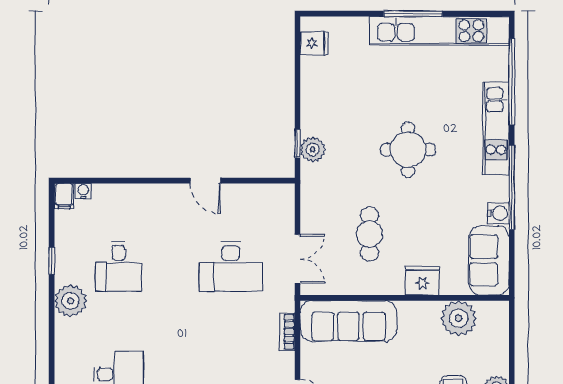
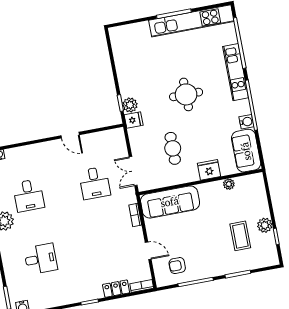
fridge: (314, 43) -> (134, 120), moved
double door: (298, 259) -> (133, 171), swing flipped
desk: (231, 266) -> (95, 183), width x0.73
plant: (459, 318) -> (229, 184), width x0.53, depth x0.53

